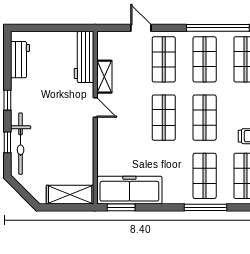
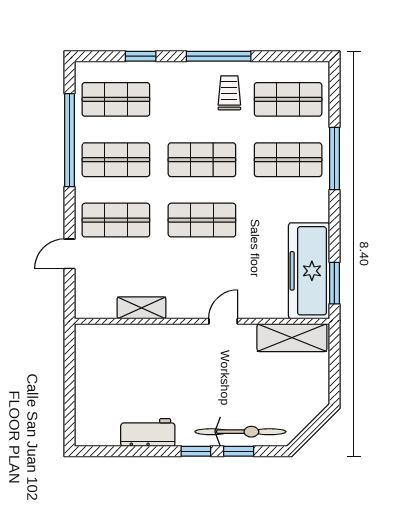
workbench: (84, 57) -> (112, 338), removed
workbench: (20, 60) -> (148, 432), moved
window: (7, 100) -> (196, 451), moved
door: (95, 107) -> (223, 321), moved
shelving: (70, 195) -> (292, 338), moved, turned 90

